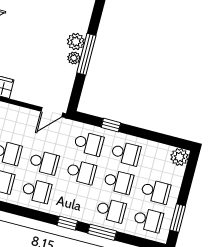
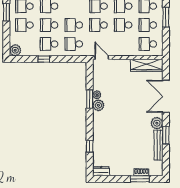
window: (86, 54) -> (90, 99), width x0.69
door: (52, 112) -> (102, 58), hinge flipped
window: (111, 125) -> (44, 59), moved

